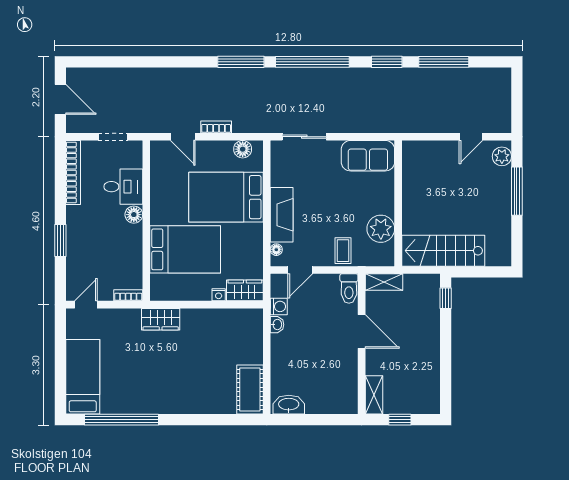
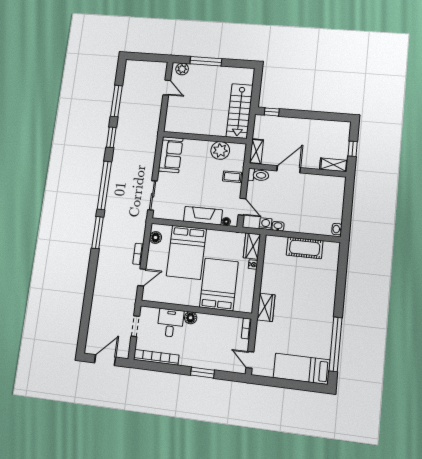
cot: (250, 390) -> (305, 248), moved
washbasin: (289, 405) -> (337, 229), width x0.52, depth x0.69

